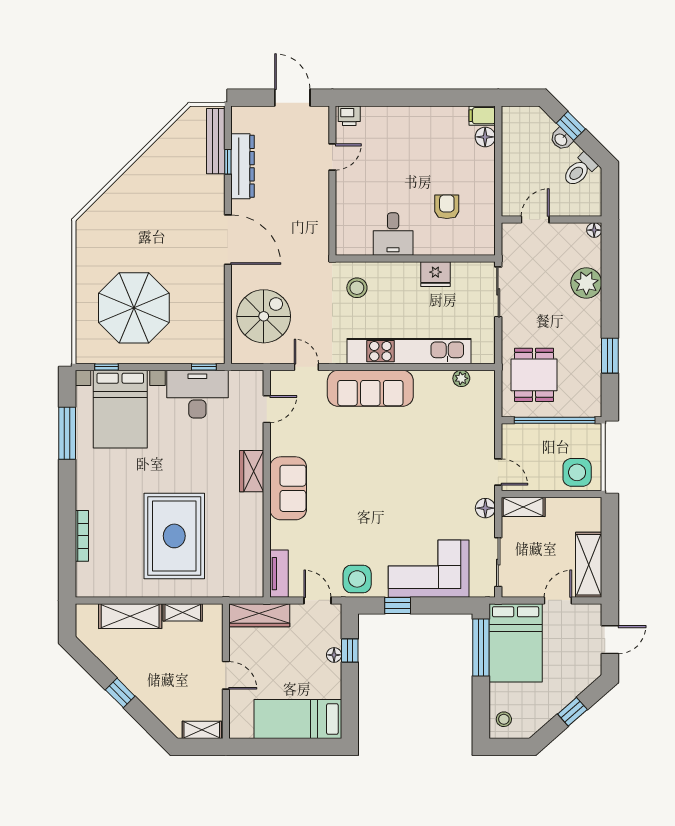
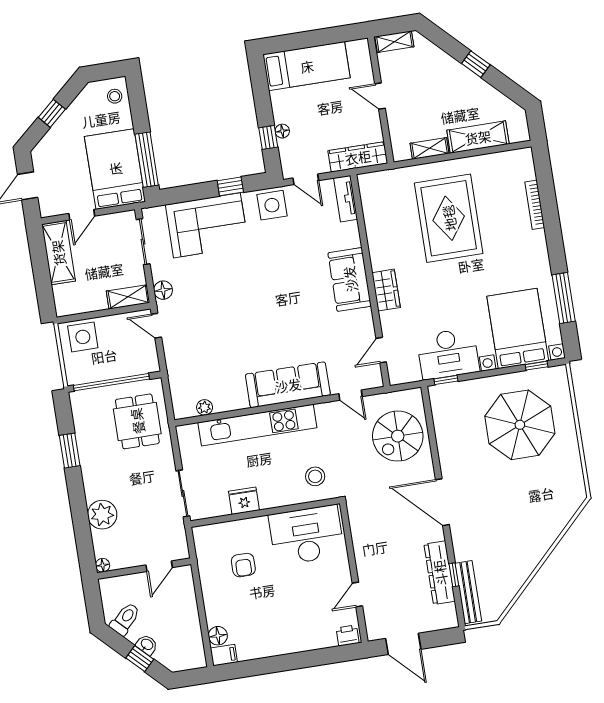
desk: (393, 234) -> (306, 535), width x1.87, depth x1.30

